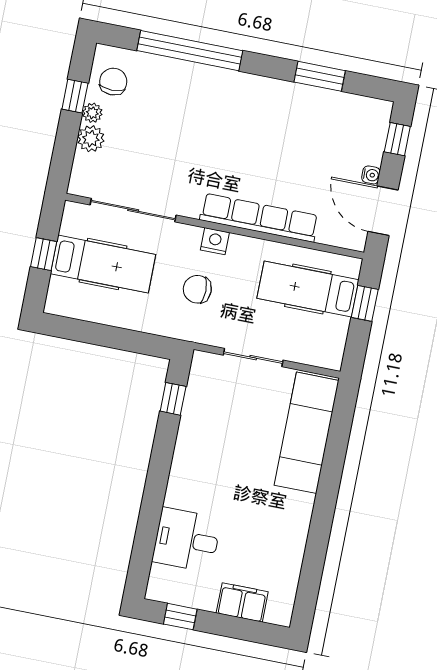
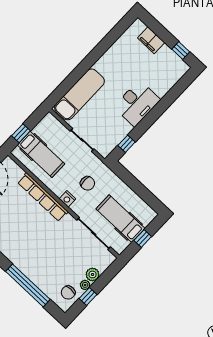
desk: (187, 540) -> (137, 103), moved, width x1.37

